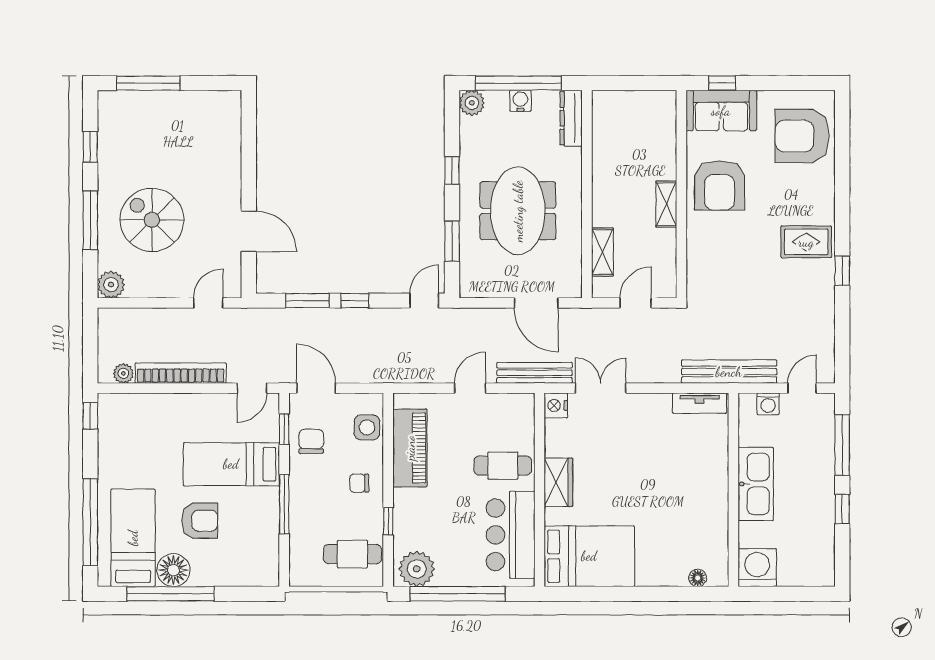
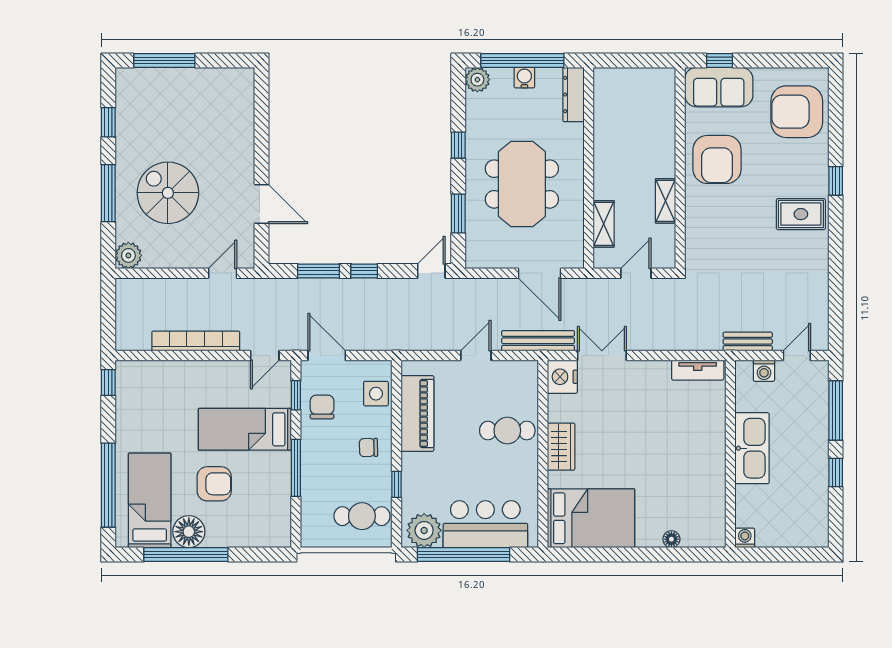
shelving: (666, 204) -> (666, 201), moved
window: (842, 271) -> (836, 181), moved
bench: (729, 372) -> (748, 342), width x0.54, depth x0.82
plant: (123, 373) -> (140, 341), removed
nightstand: (556, 405) -> (562, 377), width x1.36, depth x1.33
bar counter: (511, 535) -> (485, 524), moved, turned 90
washing machine: (757, 568) -> (745, 538), width x0.53, depth x0.53
floor lamp: (698, 578) -> (671, 539), moved

